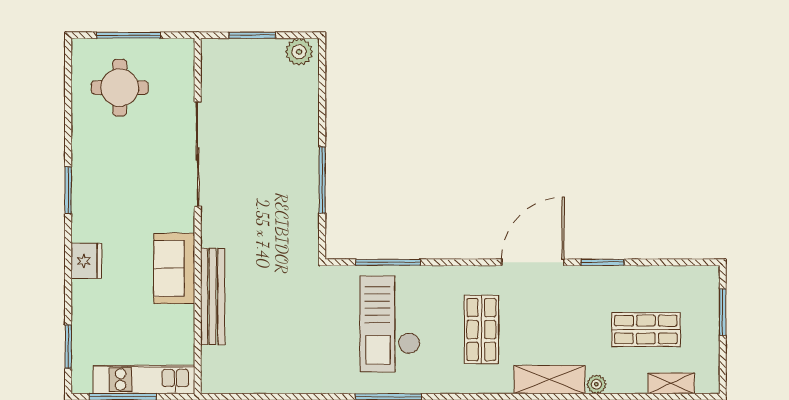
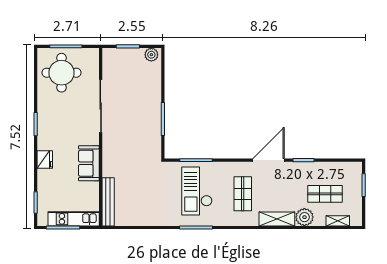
round table: (120, 88) -> (62, 73), width x1.36, depth x1.36
bench: (213, 297) -> (108, 202), moved
plant: (596, 384) -> (304, 217), width x1.88, depth x1.88

